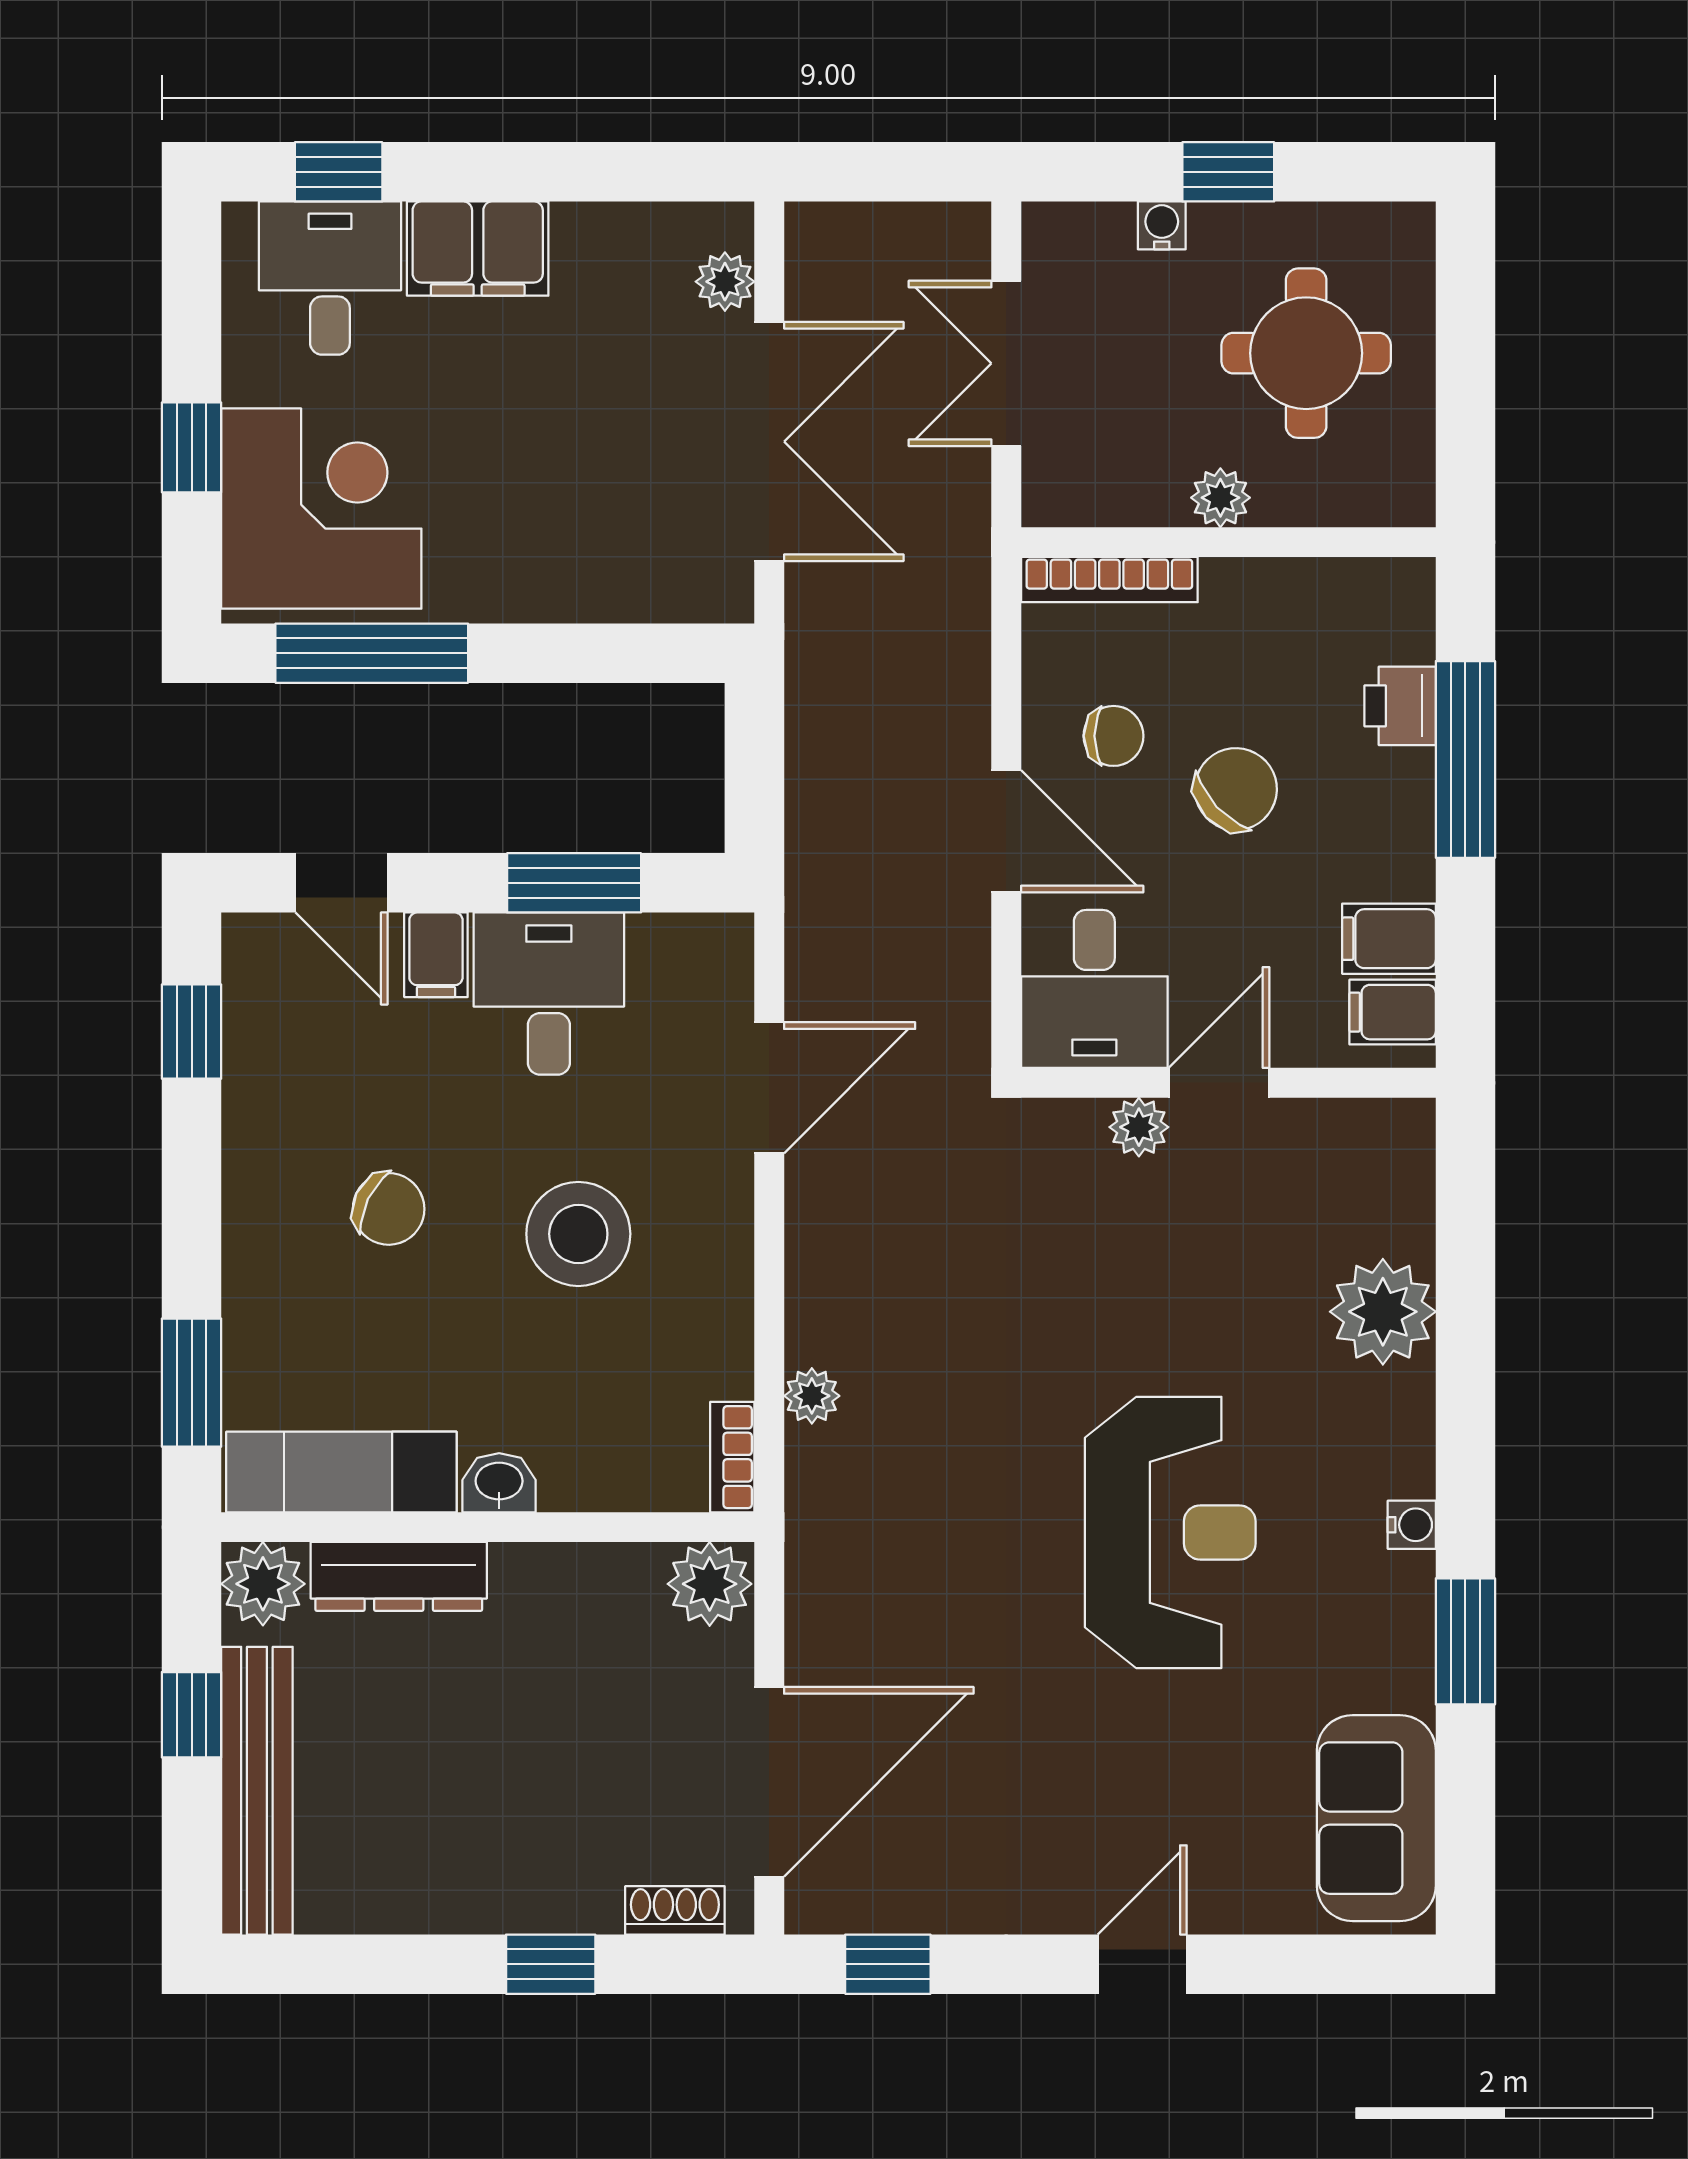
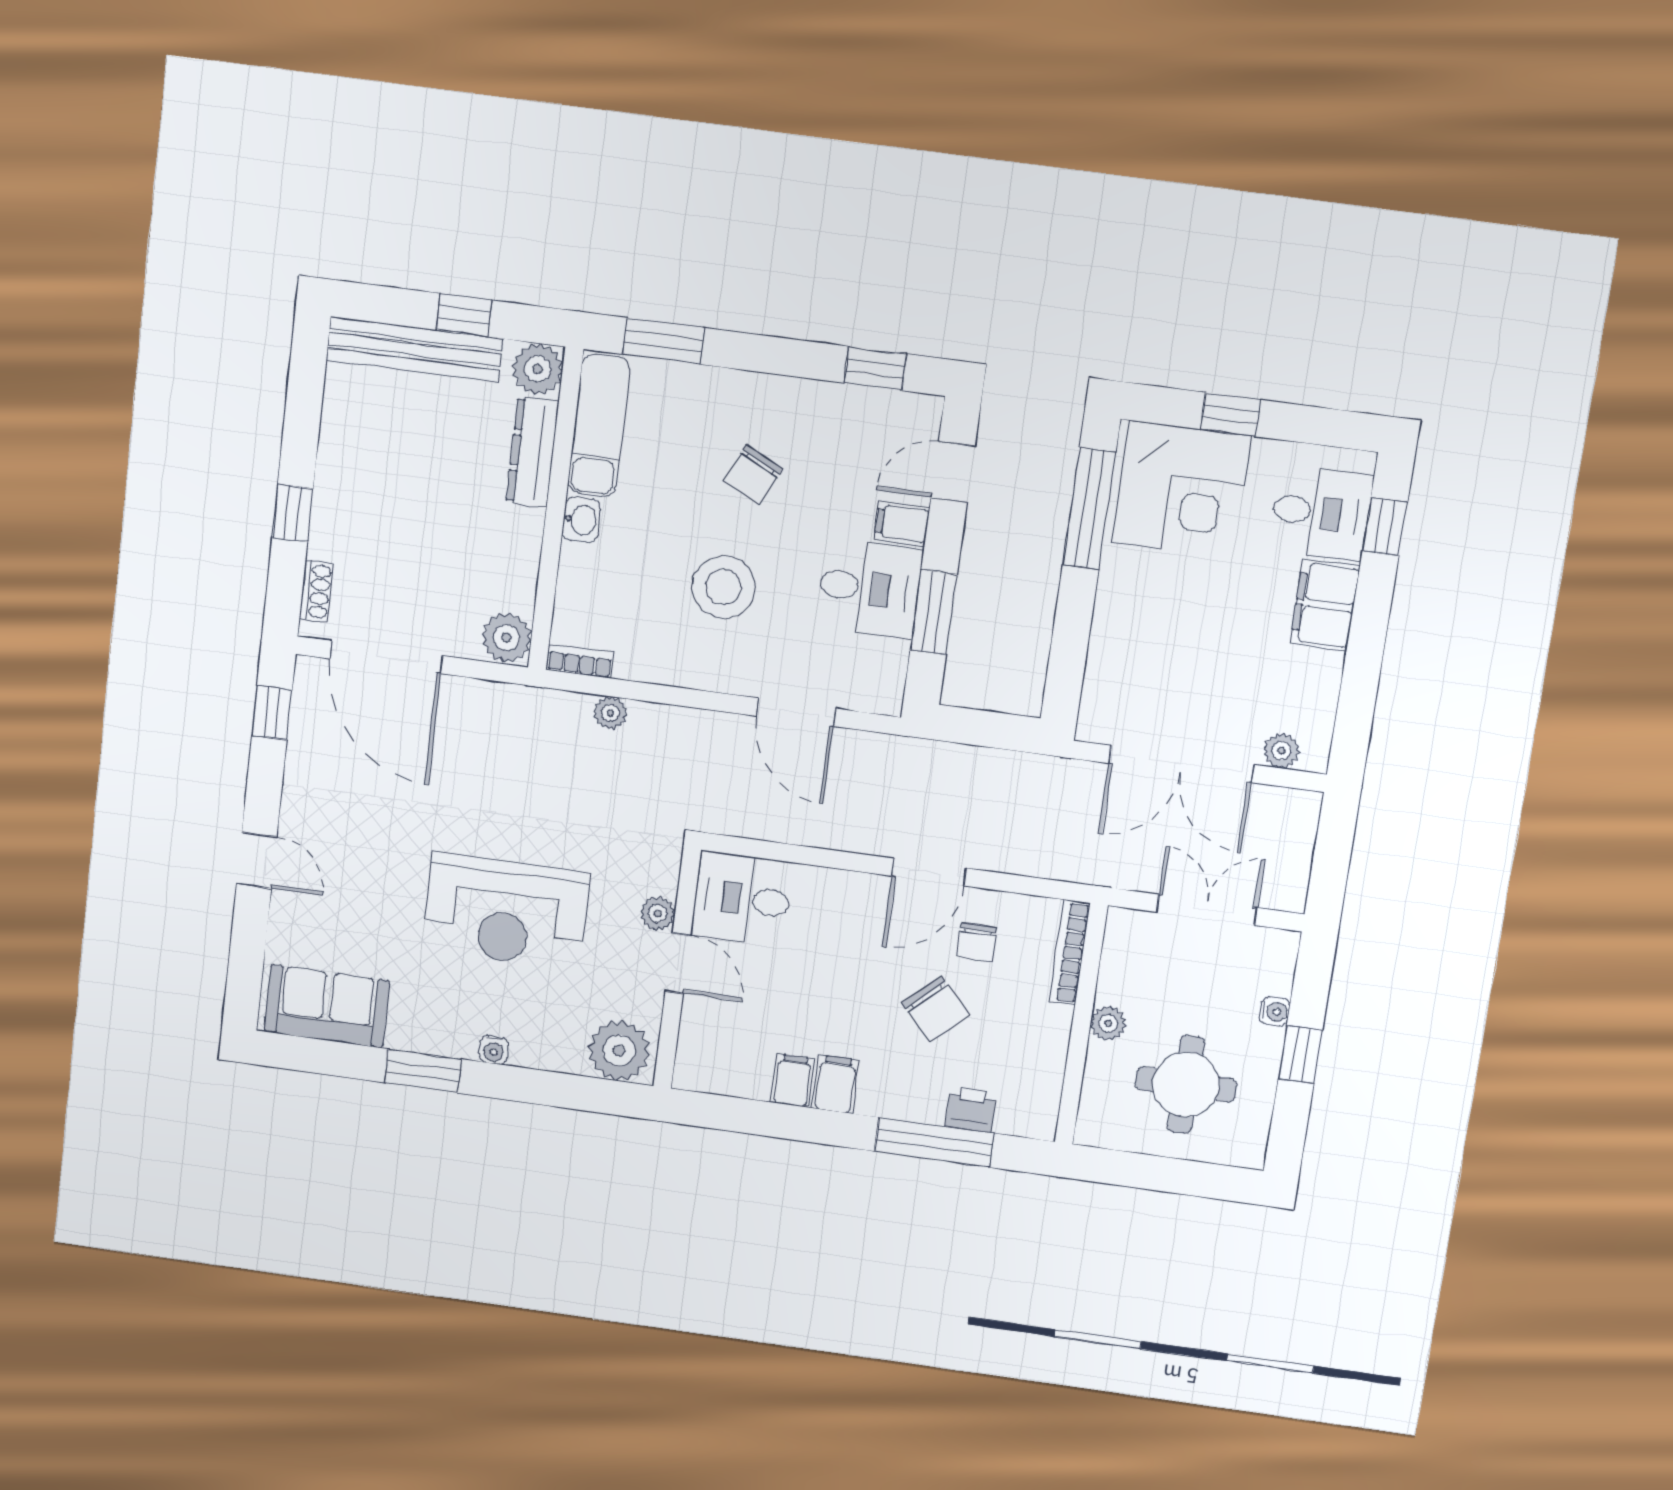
desk: (1094, 989) -> (742, 899), moved
door: (1219, 1083) -> (678, 963), moved
wall: (1228, 1083) -> (677, 969), moved
plant: (1139, 1127) -> (658, 914), moved

